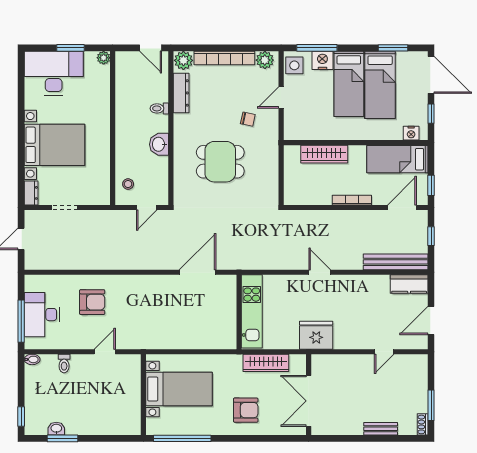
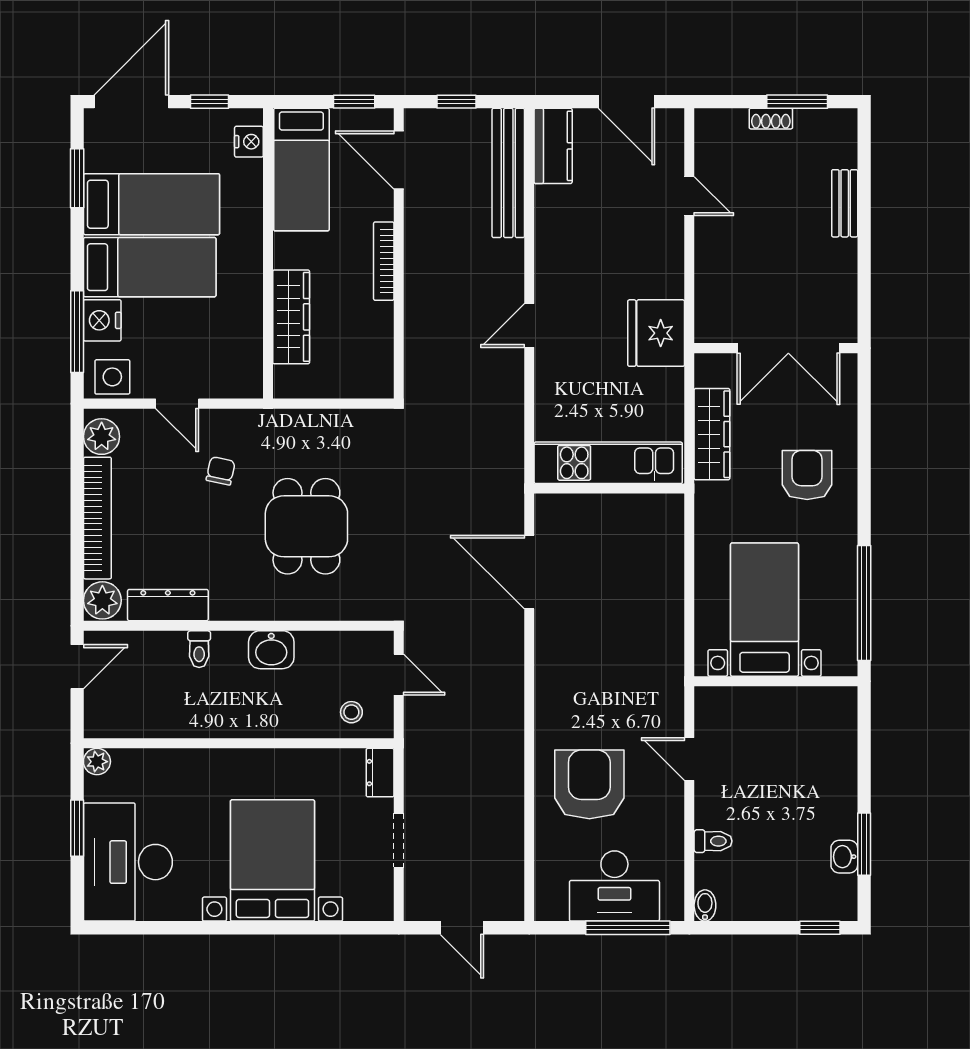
dresser: (31, 193) -> (380, 773), moved, turned -90
armchair: (92, 302) -> (589, 784), width x1.36, depth x1.36
shoe rack: (423, 424) -> (771, 119), moved

